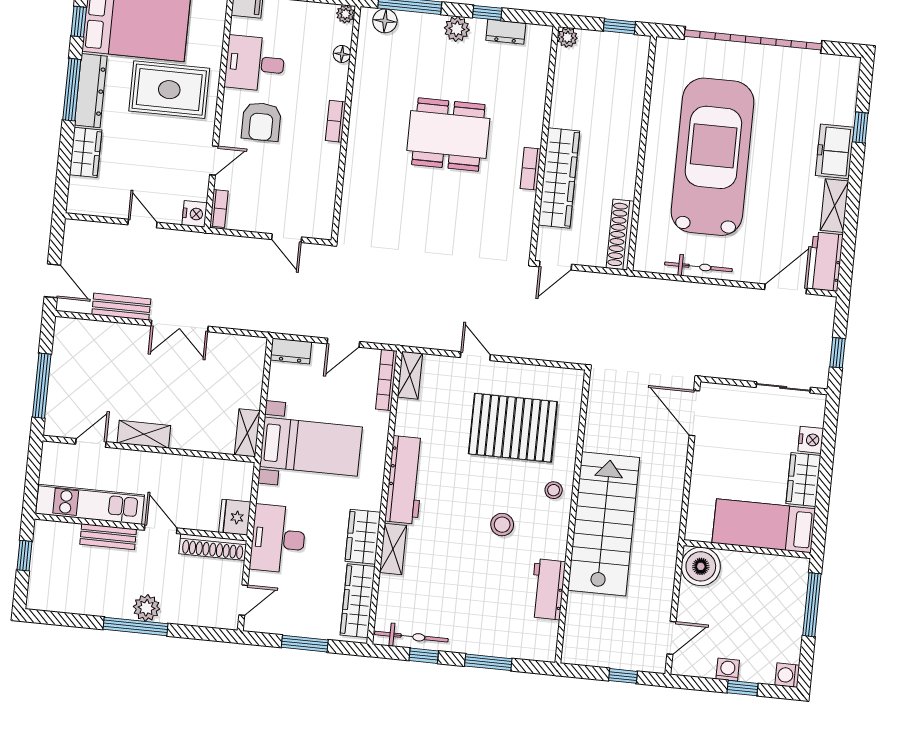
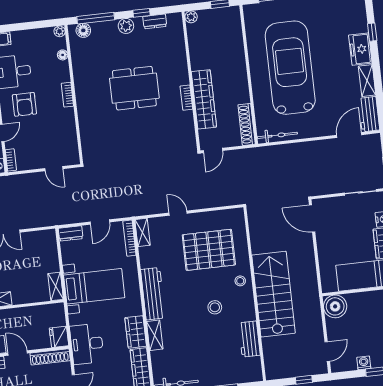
bicycle: (698, 267) -> (277, 135), moved

